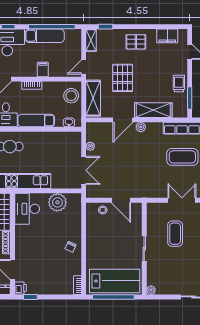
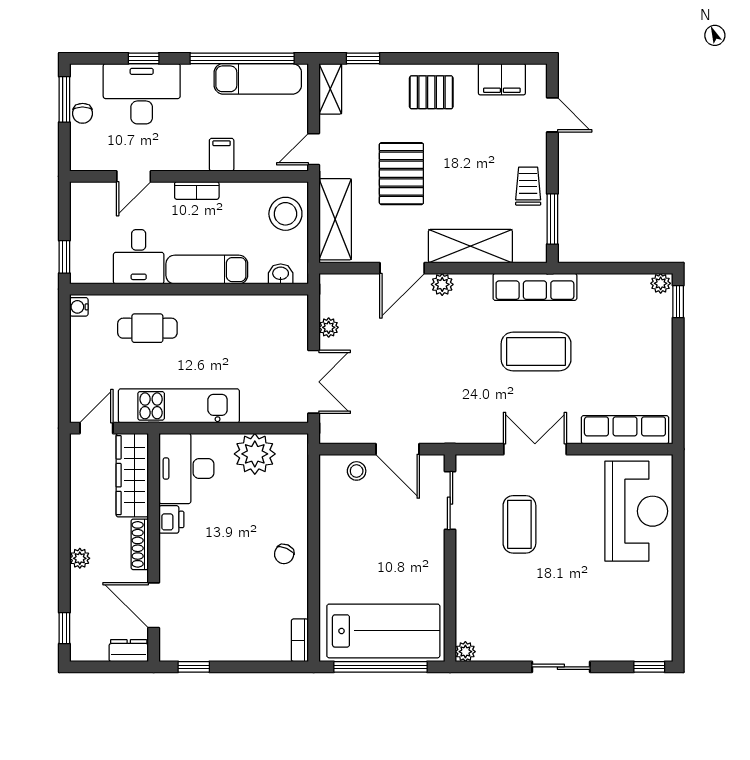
exam couch: (45, 36) -> (258, 79), moved
sliding door: (144, 249) -> (450, 501), moved
printer: (20, 288) -> (171, 519), moved

